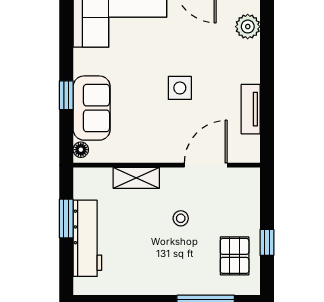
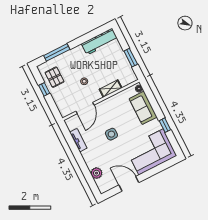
window: (66, 95) -> (165, 125), moved
workbench: (87, 238) -> (100, 42), moved, turned -90

